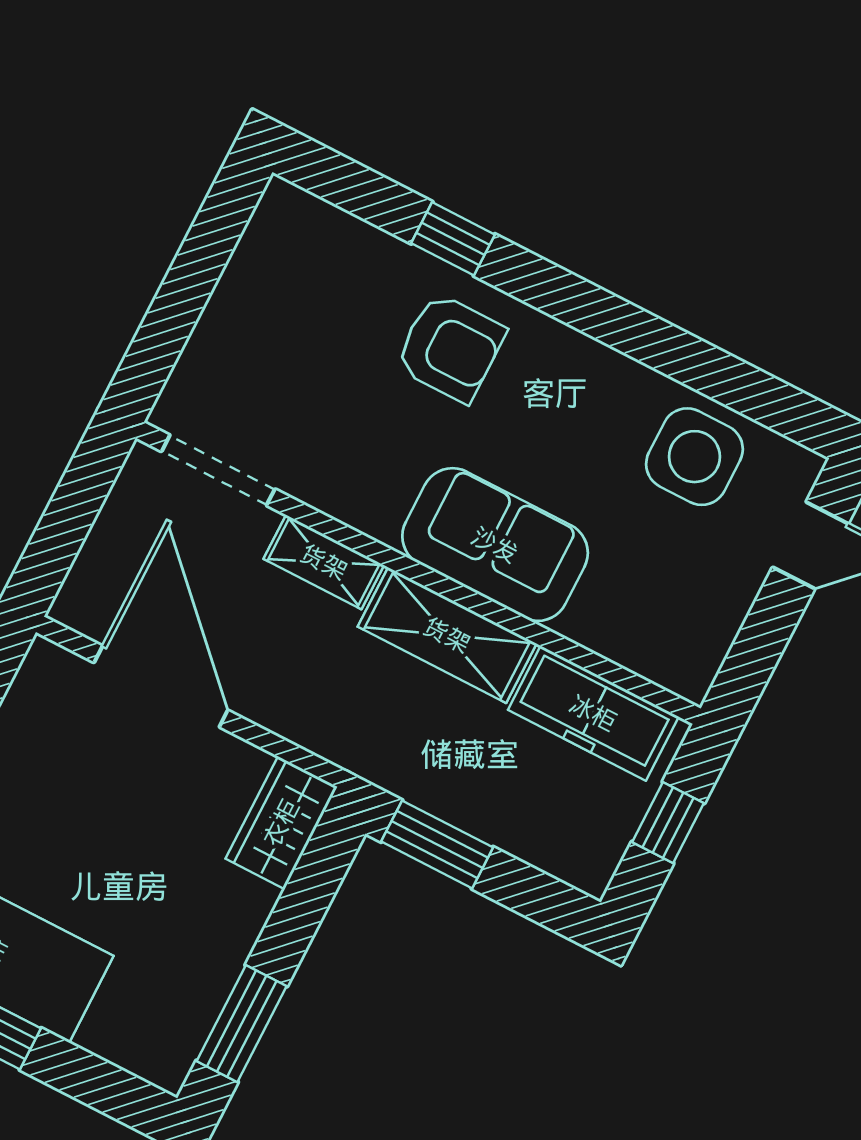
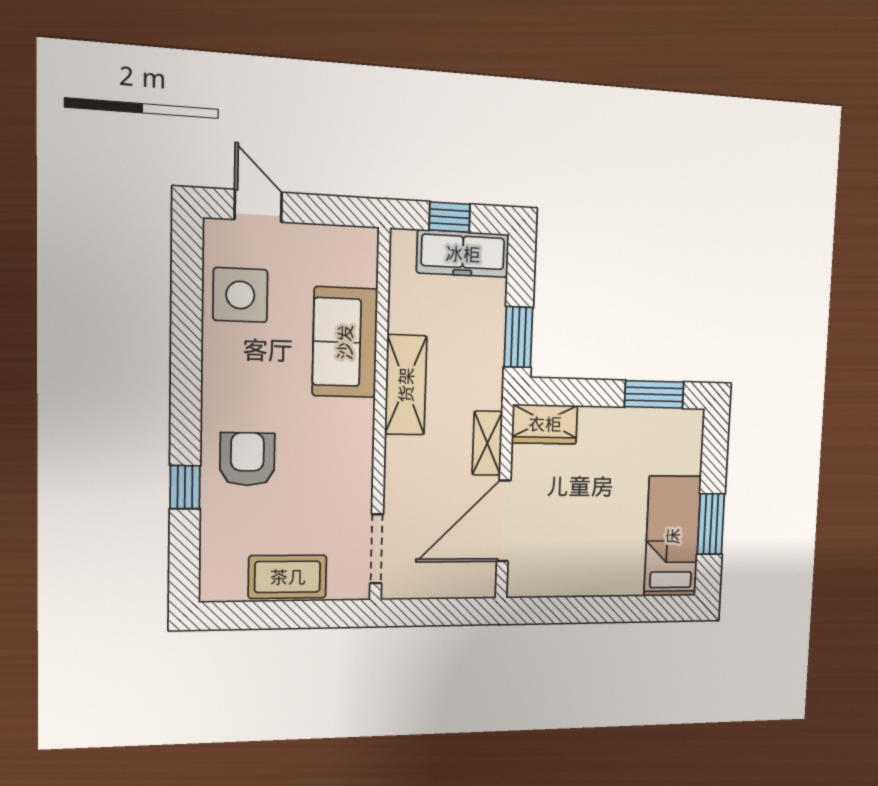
coffee table: (244, 318) -> (288, 577), added
sofa: (495, 545) -> (345, 342), moved
shelving: (324, 562) -> (487, 443), moved
freezer: (593, 713) -> (463, 254), moved, turned 90

